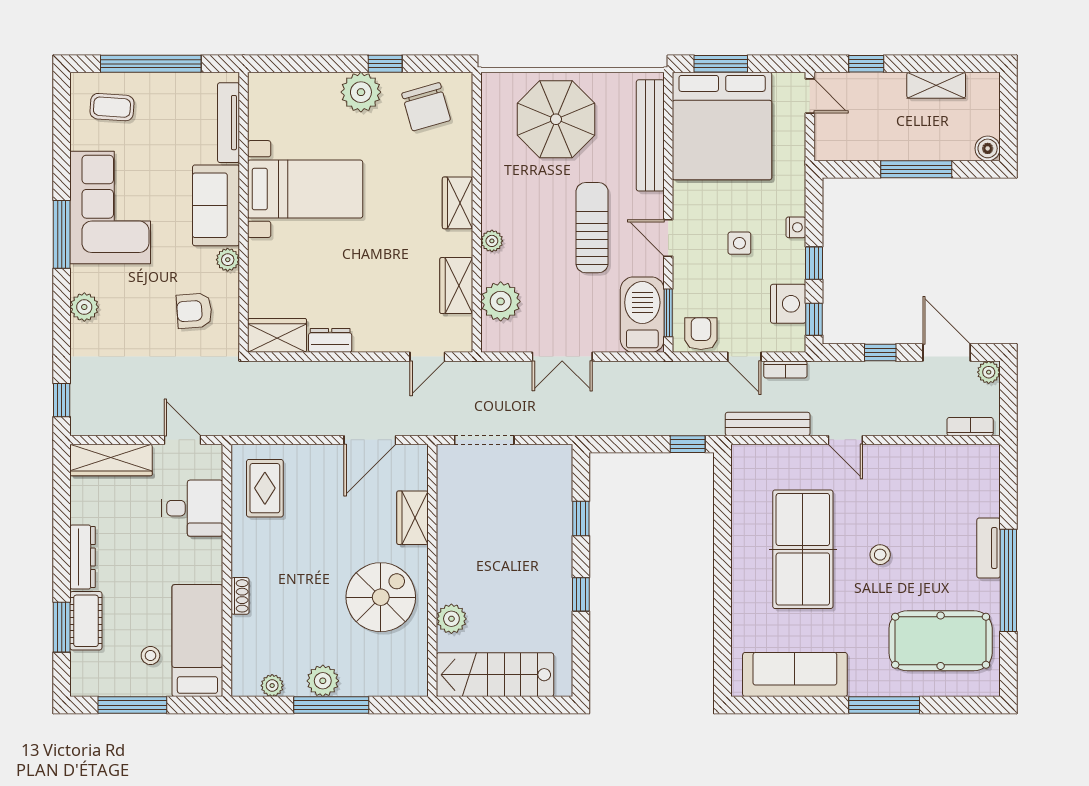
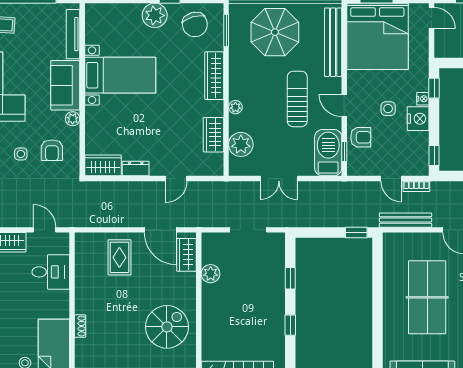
window: (477, 117) -> (226, 31), added
wardrobe: (458, 203) -> (214, 76), width x1.50
window: (814, 263) -> (434, 88), moved
nightstand: (788, 304) -> (418, 119), moved
armchair: (194, 311) -> (52, 150), turned -86
window: (668, 313) -> (344, 152), width x0.67
side table: (144, 317) -> (21, 154), added
armchair: (701, 334) -> (361, 137), moved, turned 90
door: (427, 357) -> (176, 179), moved
door: (370, 440) -> (160, 230), hinge flipped
doorway: (484, 440) -> (248, 230), moved
rug: (265, 488) -> (119, 257), moved
wardrobe: (413, 518) -> (187, 255), moved
plant: (451, 619) -> (211, 274), moved

